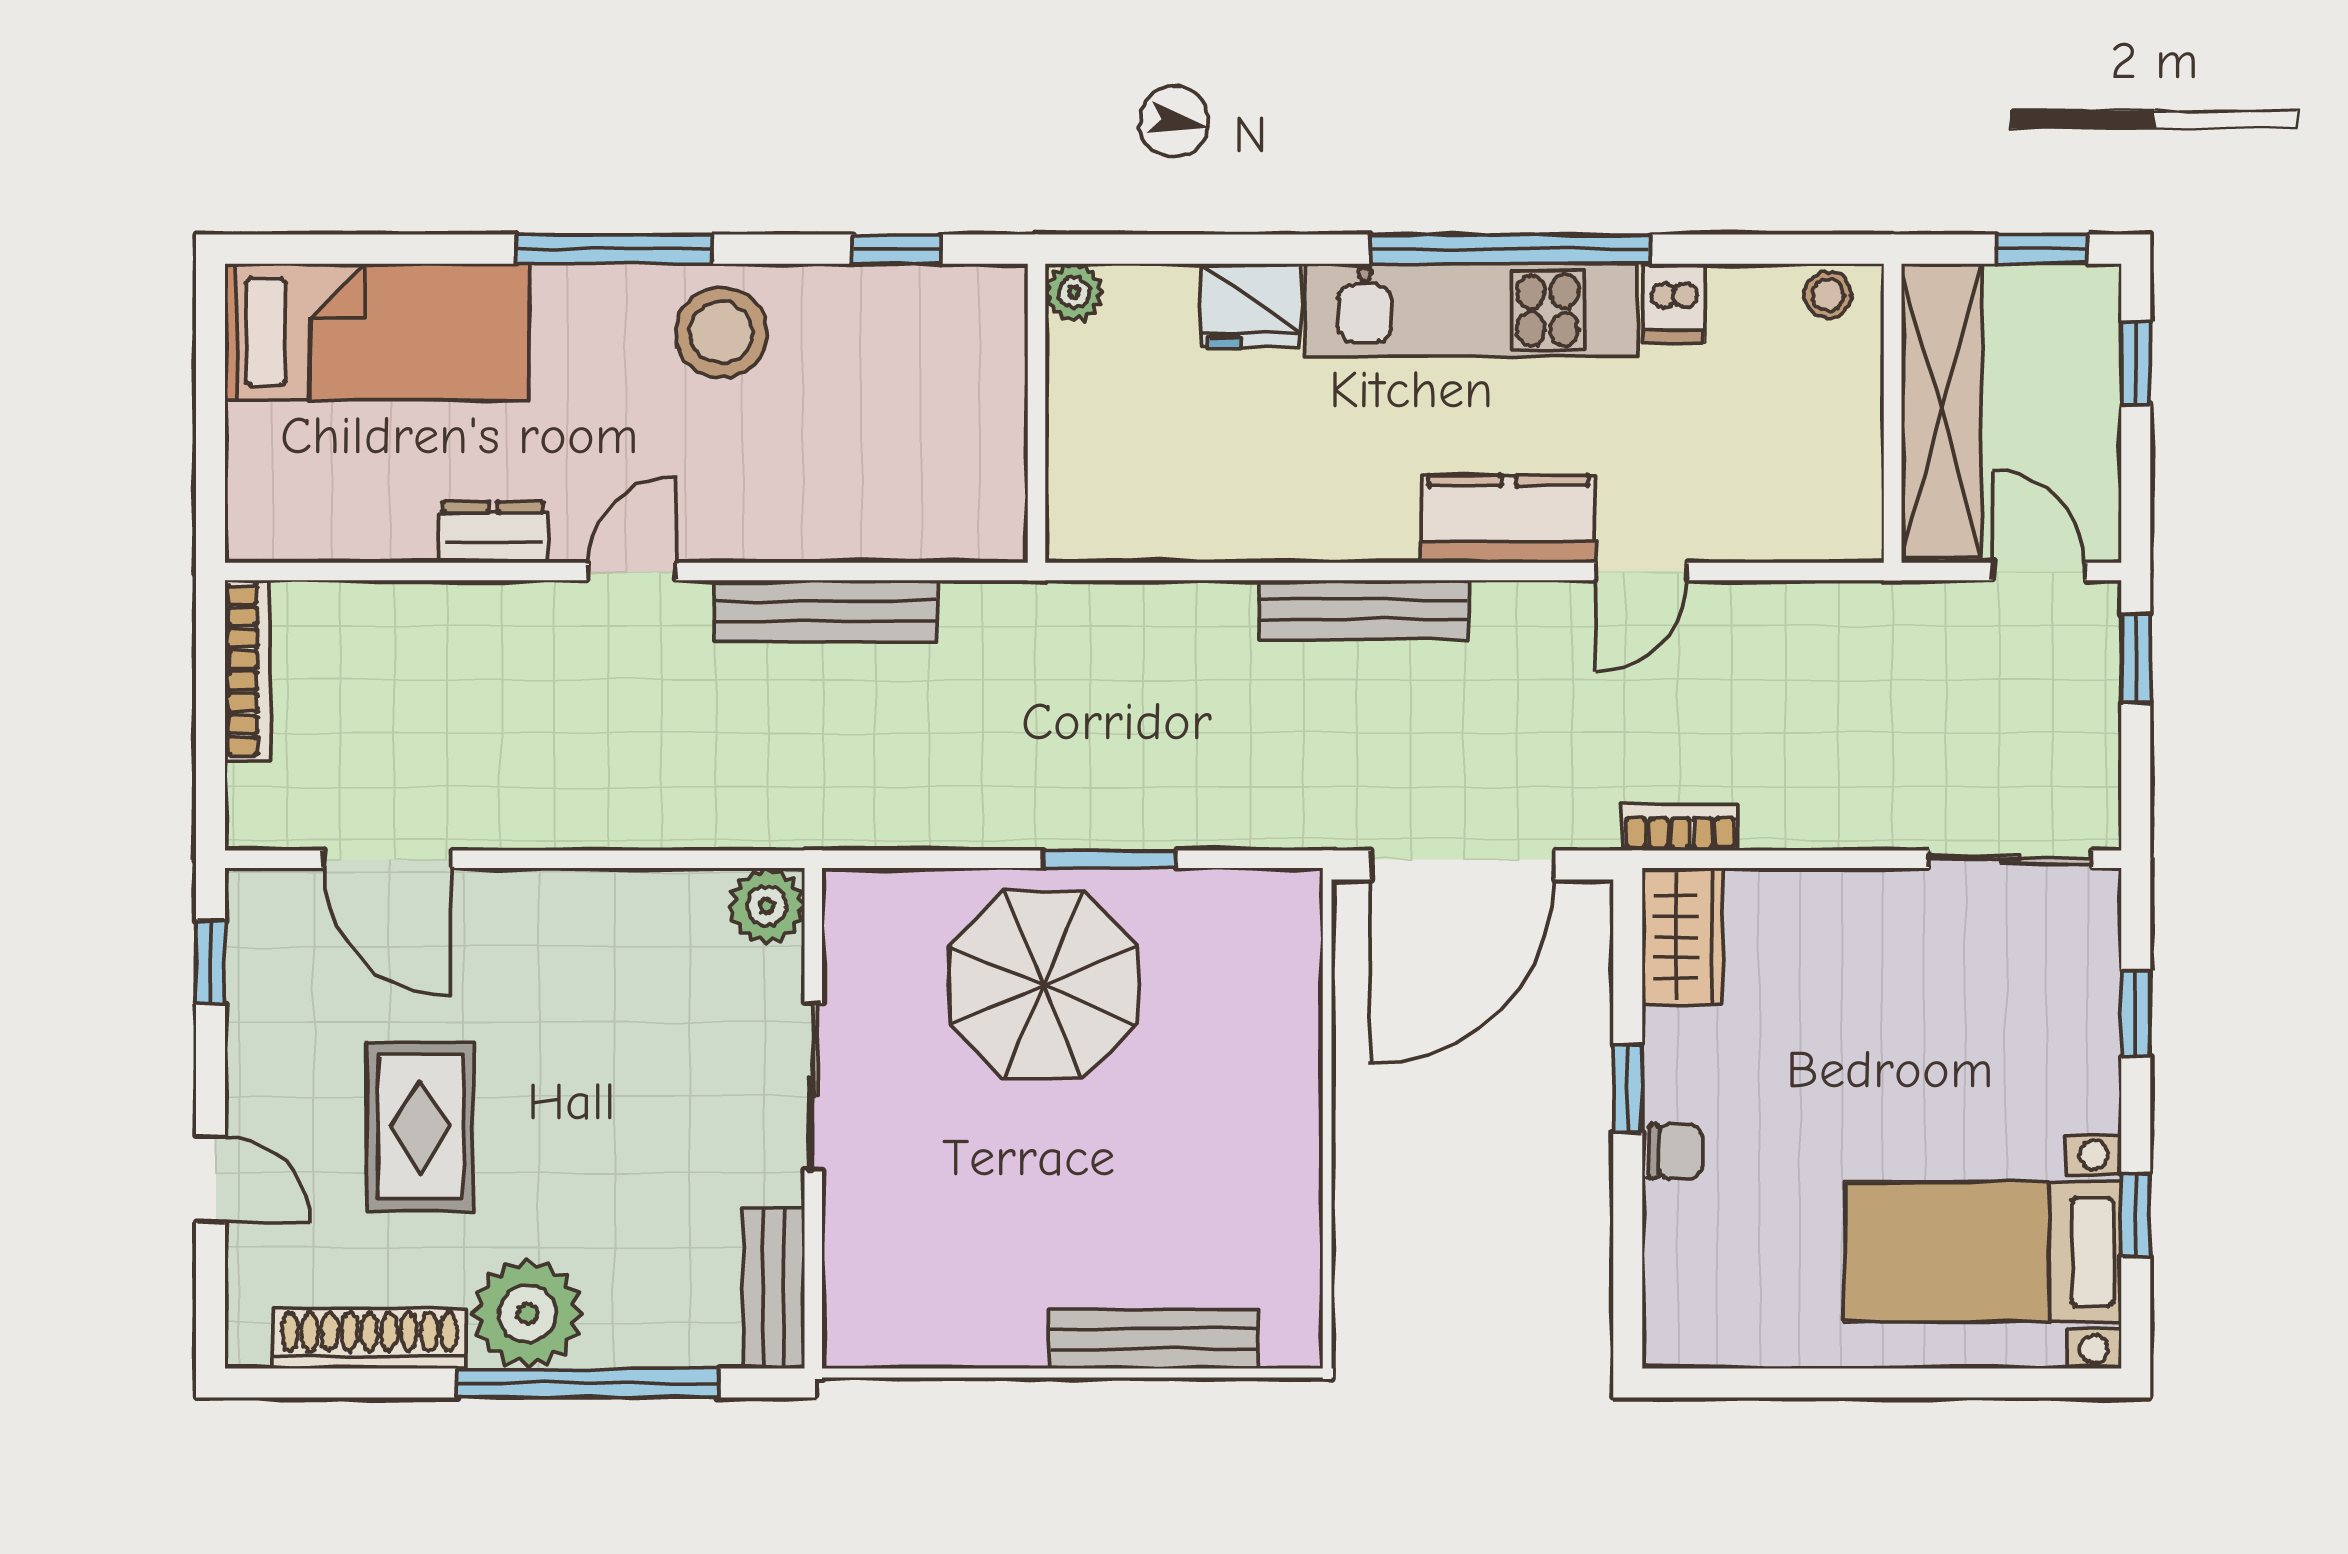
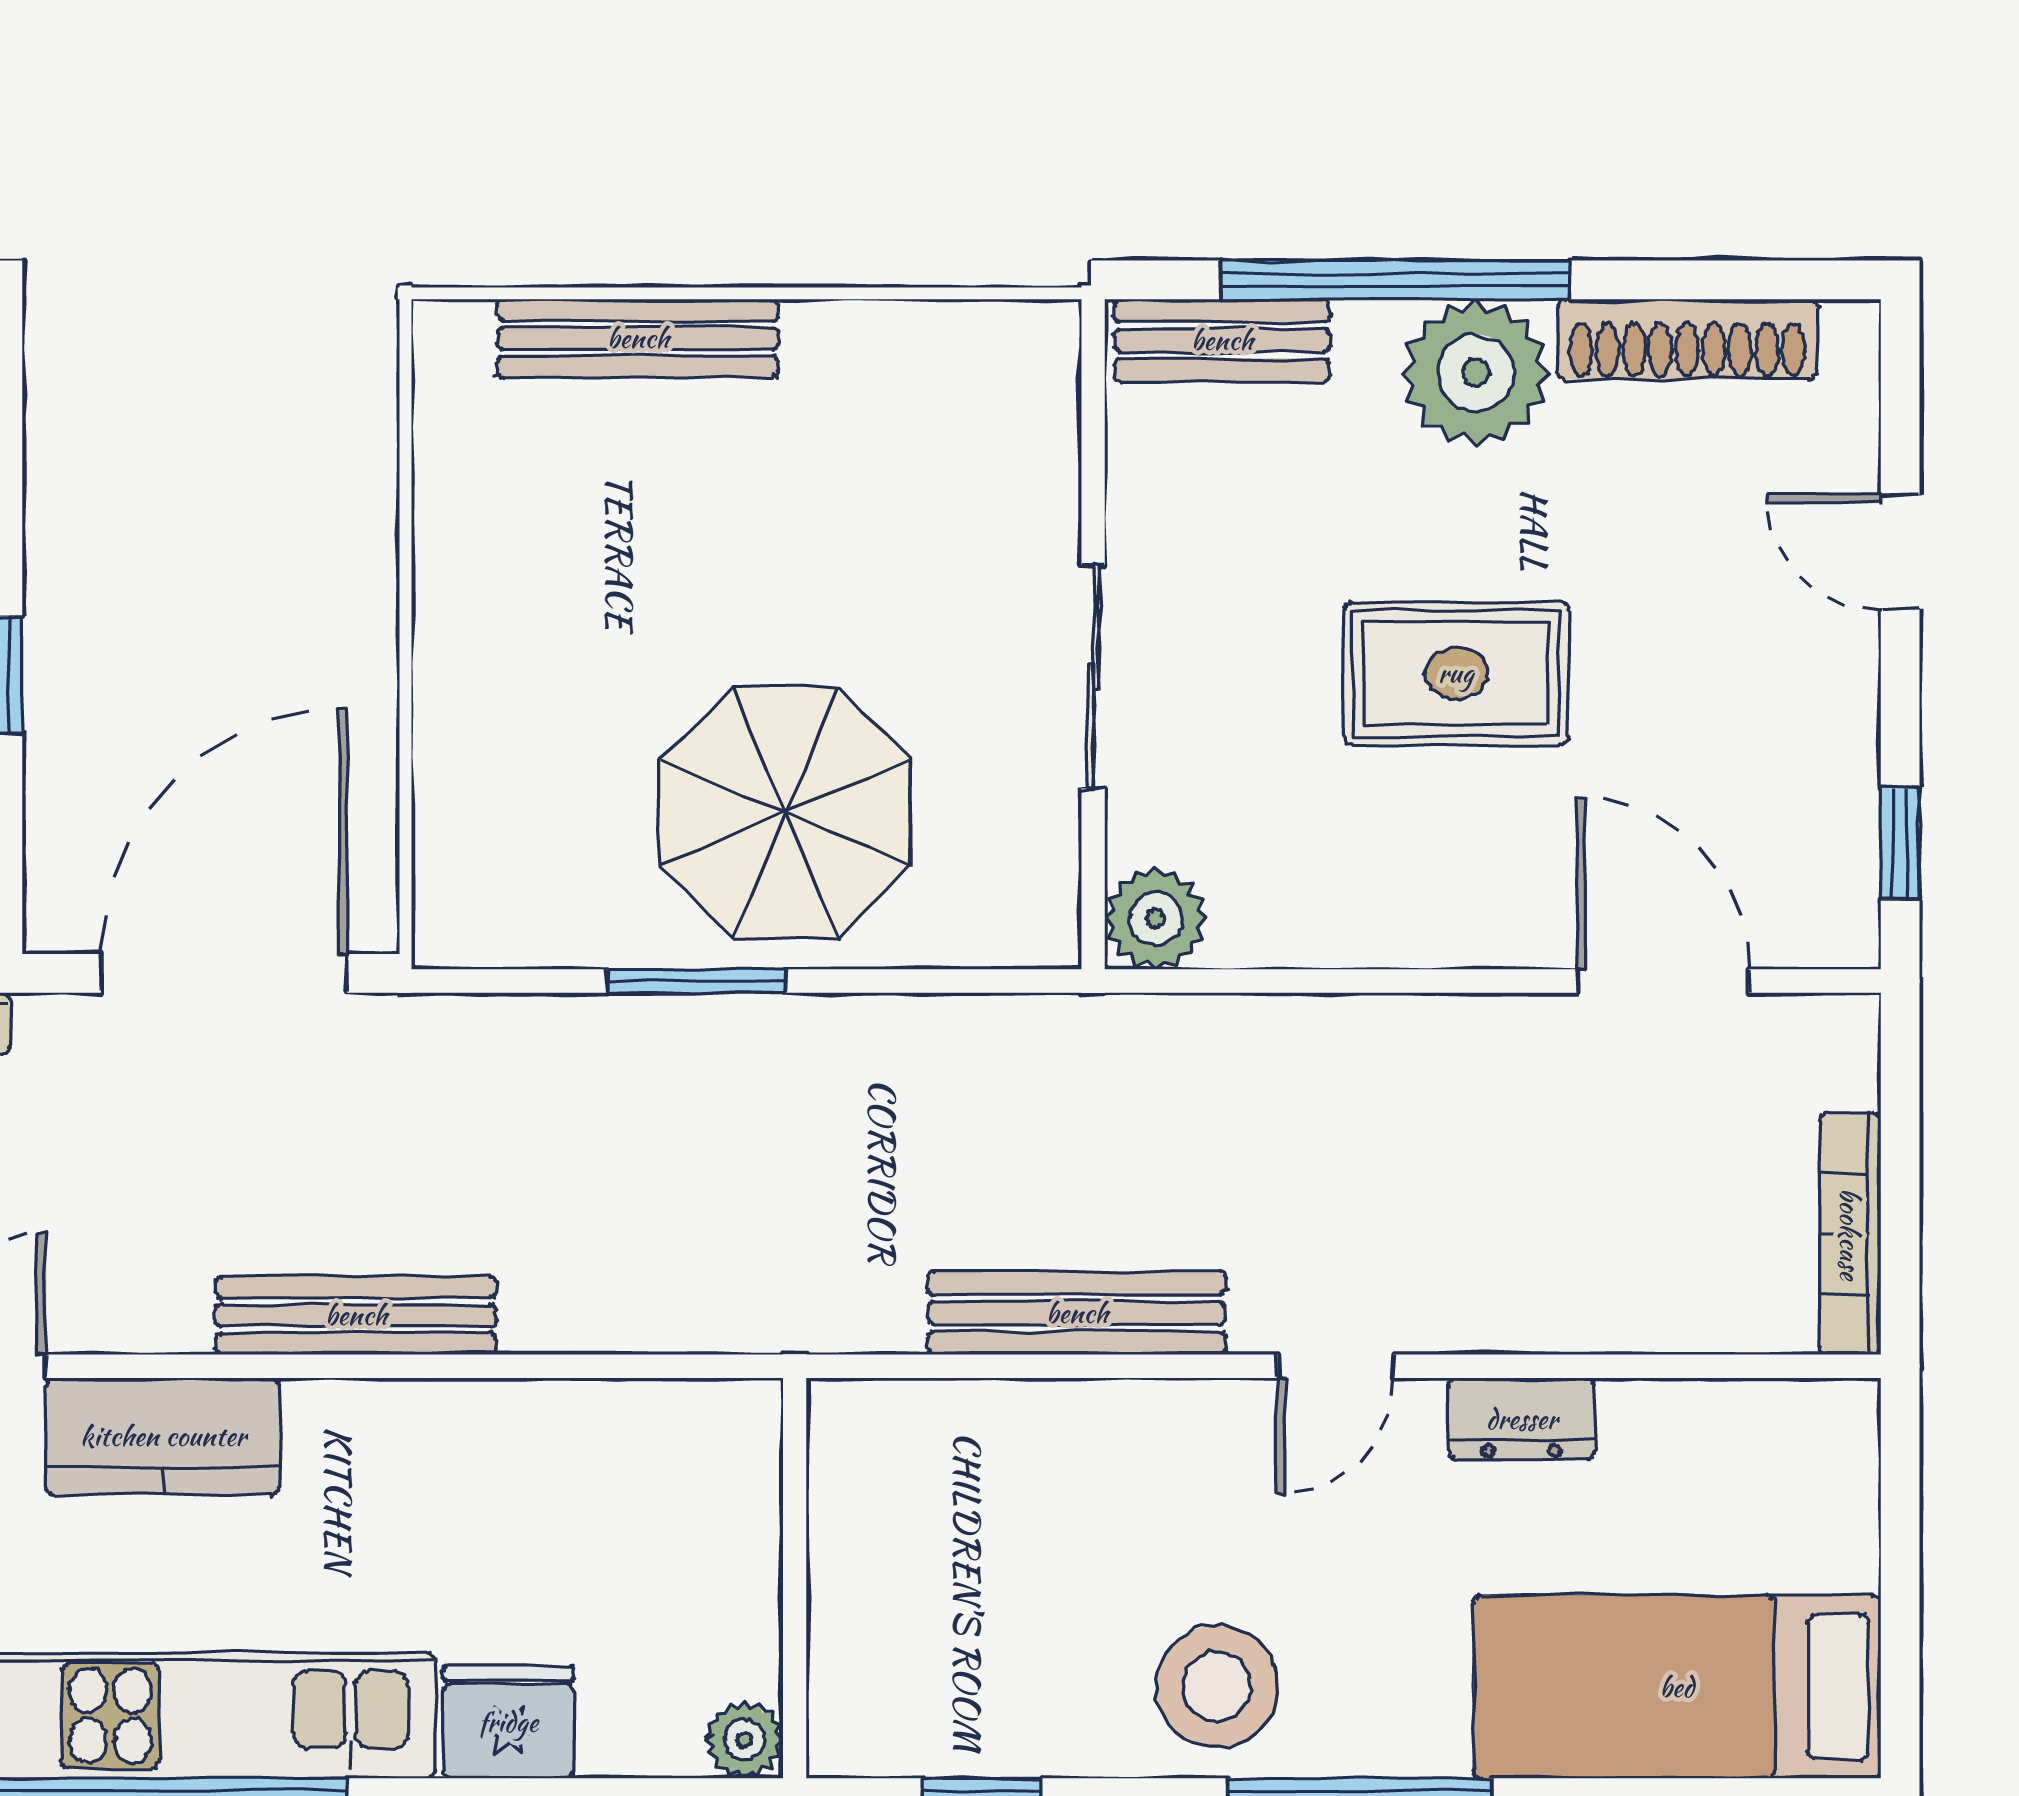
rug: (421, 1127) -> (1456, 673), moved, turned 90
bench: (774, 1288) -> (1222, 340), moved, turned 90

